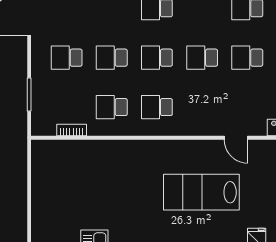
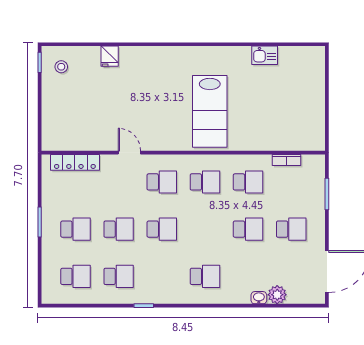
school desk: (157, 58) -> (162, 182), moved
lab bench: (201, 192) -> (210, 111), moved, turned 90

